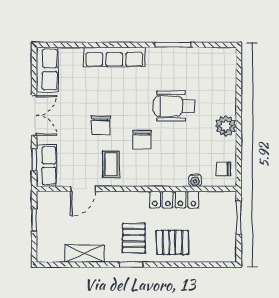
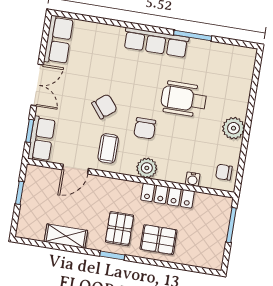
row of seats: (114, 57) -> (156, 42), moved
chair: (101, 125) -> (104, 106), turned -129
plant: (150, 177) -> (147, 168), added

